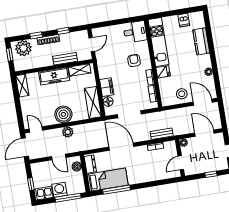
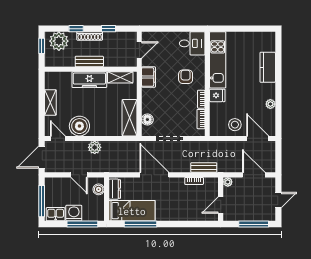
dishwasher: (184, 20) -> (251, 39), removed
bench: (65, 59) -> (89, 61), moved
shelving: (22, 86) -> (50, 102), moved
filing cabinet: (107, 87) -> (149, 77), moved
boiler: (63, 114) -> (79, 126), moved
window: (211, 174) -> (254, 224), width x2.17
window: (31, 184) -> (42, 201), width x2.17

